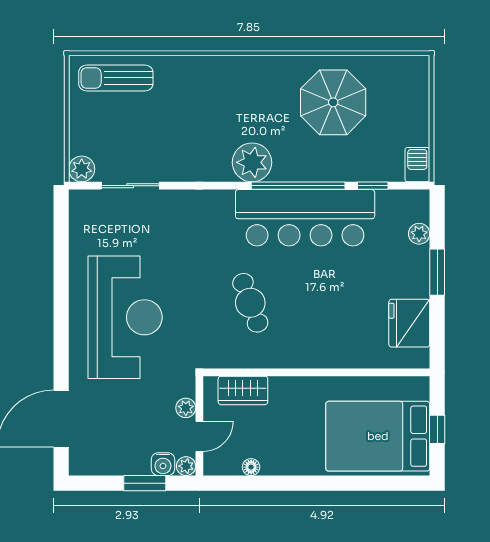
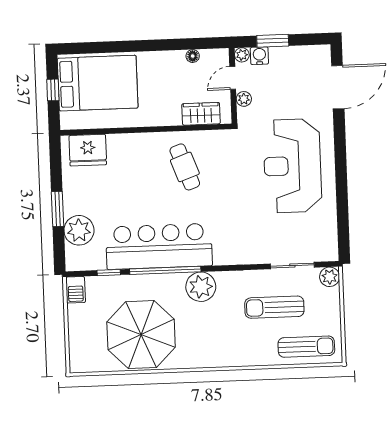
parasol: (333, 102) -> (141, 335), width x1.36, depth x1.36
sun lounger: (156, 132) -> (274, 307), added
plant: (419, 234) -> (79, 230), width x1.88, depth x1.88
cafe table: (250, 303) -> (185, 167), moved
fridge: (409, 323) -> (88, 150), moved, turned 90

